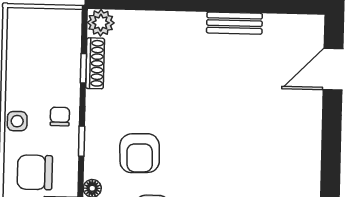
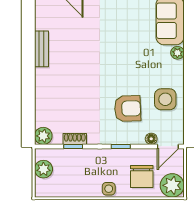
plant: (50, 22) -> (43, 169), added
shoe rack: (95, 63) -> (75, 139), width x0.70
chair: (60, 116) -> (105, 161), removed

